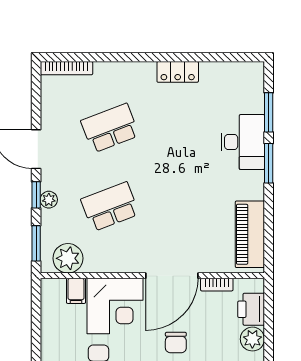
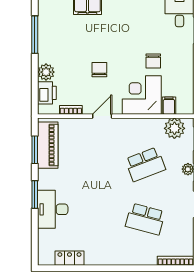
locker: (178, 72) -> (69, 258), moved
window: (269, 112) -> (35, 150), moved
school desk: (110, 128) -> (145, 219), turned 36
door: (172, 276) -> (102, 116), width x0.53

